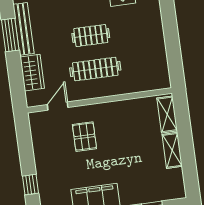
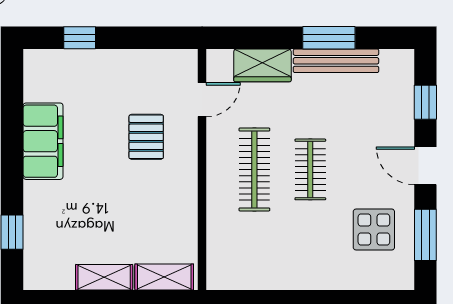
door: (58, 106) -> (202, 100), hinge flipped
pallet: (84, 137) -> (146, 137), turned 90

